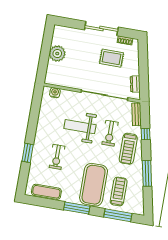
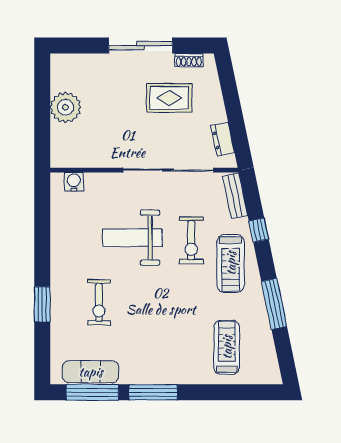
exercise mat: (94, 185) -> (177, 343), removed
window: (118, 215) -> (92, 392), moved

